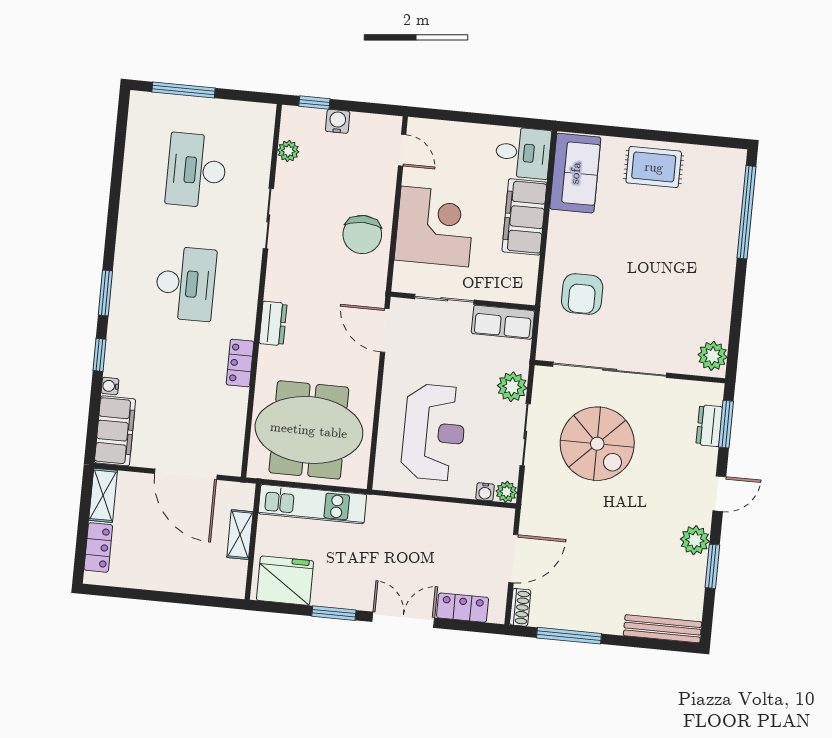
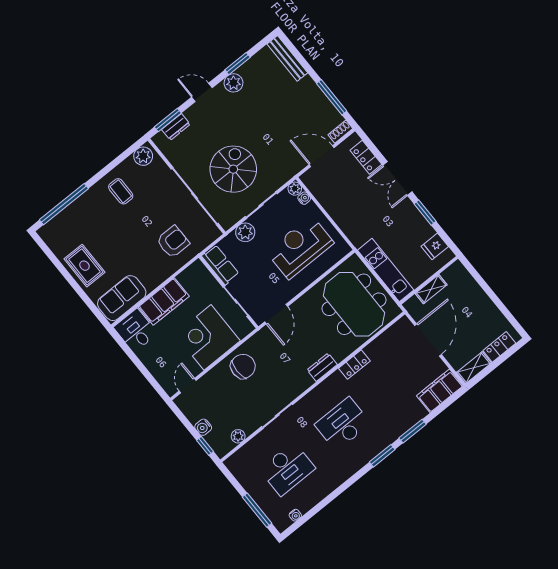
coffee table: (698, 291) -> (121, 191), added
window: (99, 355) -> (413, 431), width x1.50
water cooler: (110, 386) -> (295, 515), moved
fridge: (285, 581) -> (435, 246), width x0.53, depth x0.75

